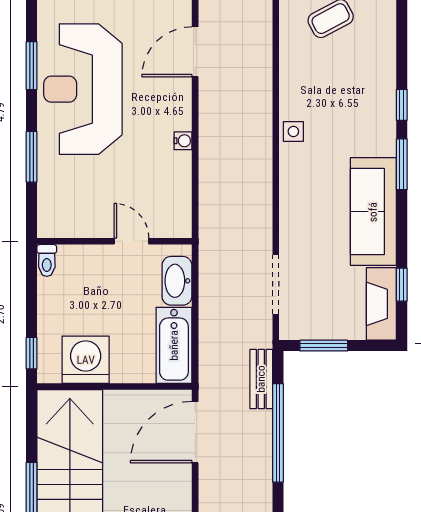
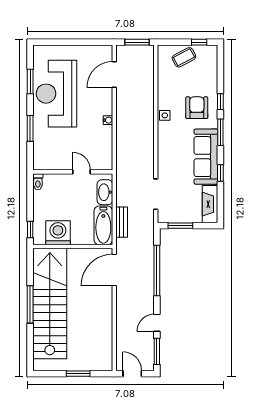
armchair: (356, 116) -> (197, 108), added
window: (402, 285) -> (220, 173), moved
bench: (261, 379) -> (122, 222), moved

